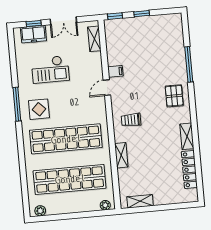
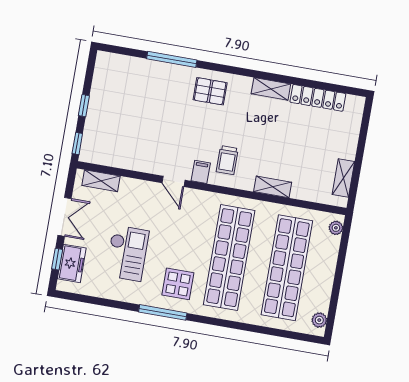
filing cabinet: (115, 71) -> (201, 172), moved

